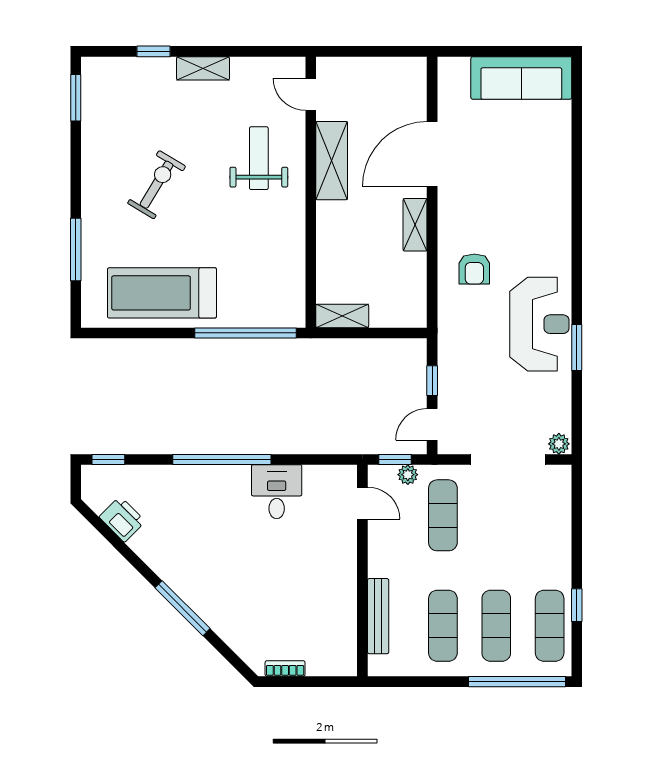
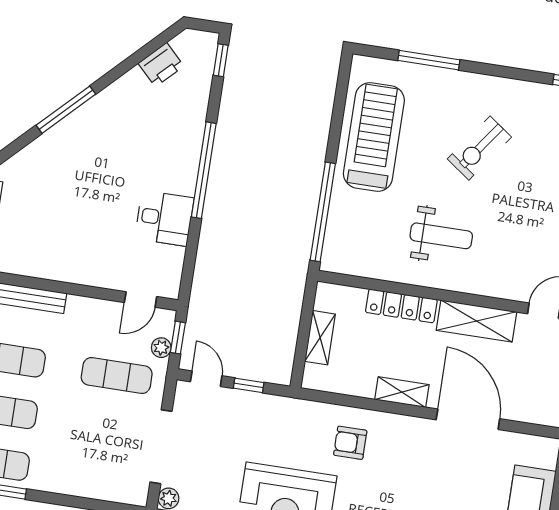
weight bench: (259, 158) -> (441, 236), moved
exercise bike: (157, 185) -> (479, 148), turned 95
locker: (328, 239) -> (401, 306), added
shelving: (342, 316) -> (320, 338), moved

